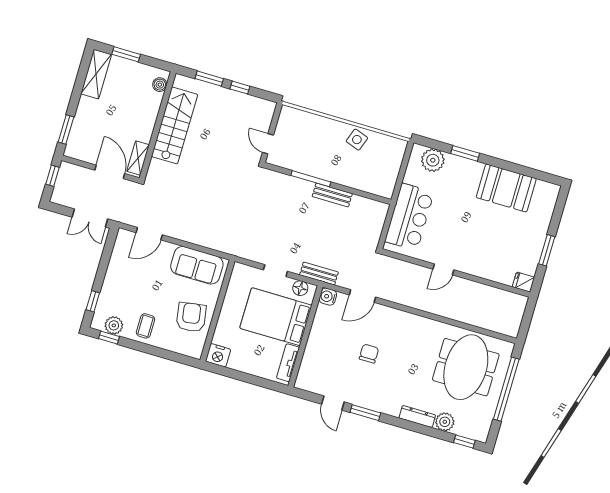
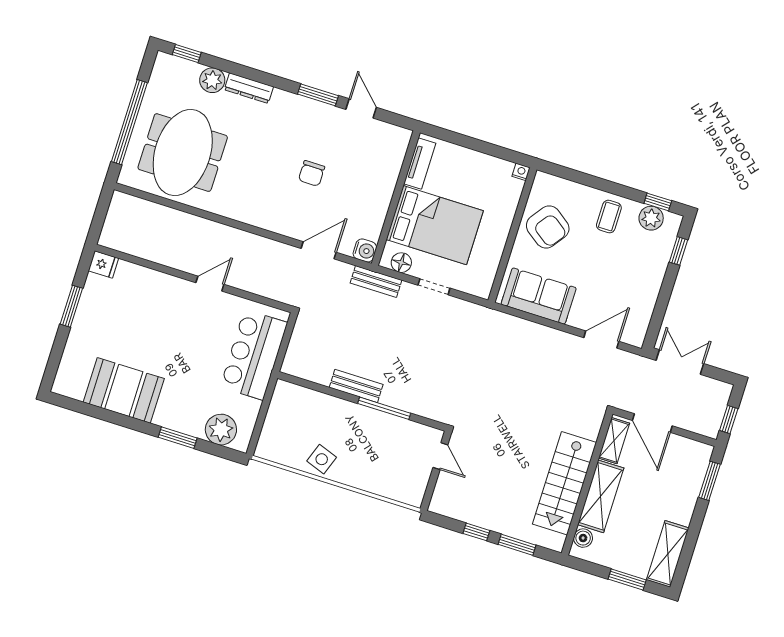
shelving: (147, 116) -> (601, 496), added
armchair: (191, 317) -> (548, 227), turned -45
nightstand: (218, 355) -> (521, 172), width x0.53, depth x0.56

